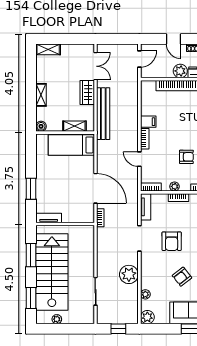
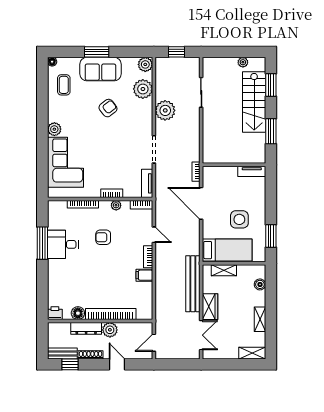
double door: (95, 66) -> (201, 335), swing flipped
shelving: (41, 95) -> (260, 319), moved
boiler: (41, 126) -> (260, 284), moved
side table: (60, 173) -> (239, 219), added
window: (31, 189) -> (271, 236), moved
armchair: (172, 241) -> (119, 146), removed
stairs: (52, 272) -> (254, 102), width x0.73, depth x0.66
plant: (145, 294) -> (143, 89), width x1.88, depth x1.88

